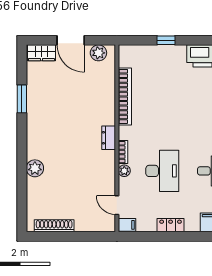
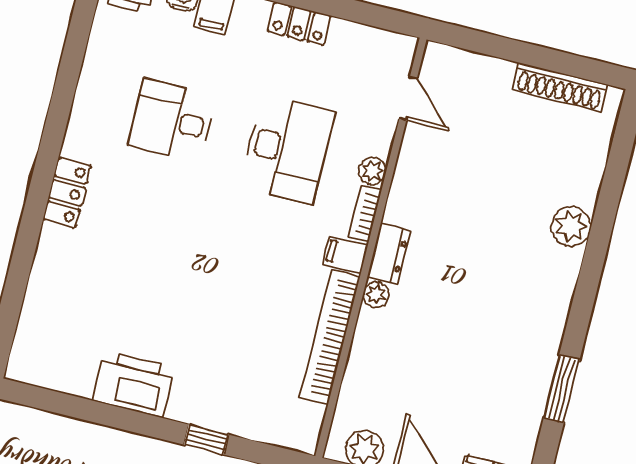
plant: (110, 119) -> (376, 295), added
desk: (162, 171) -> (287, 149), turned 180
filing cabinet: (127, 225) -> (345, 255), moved

